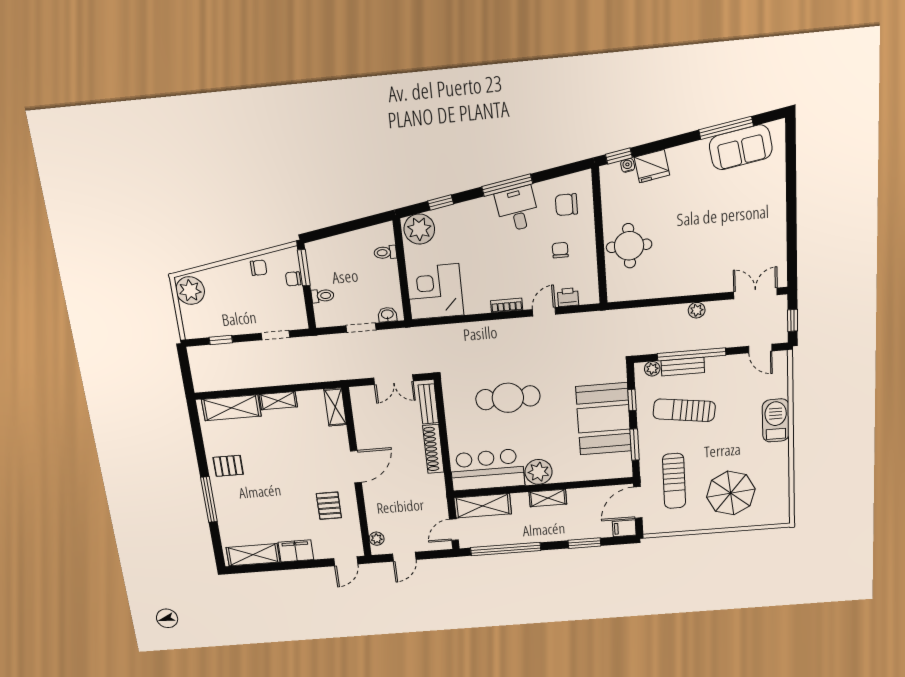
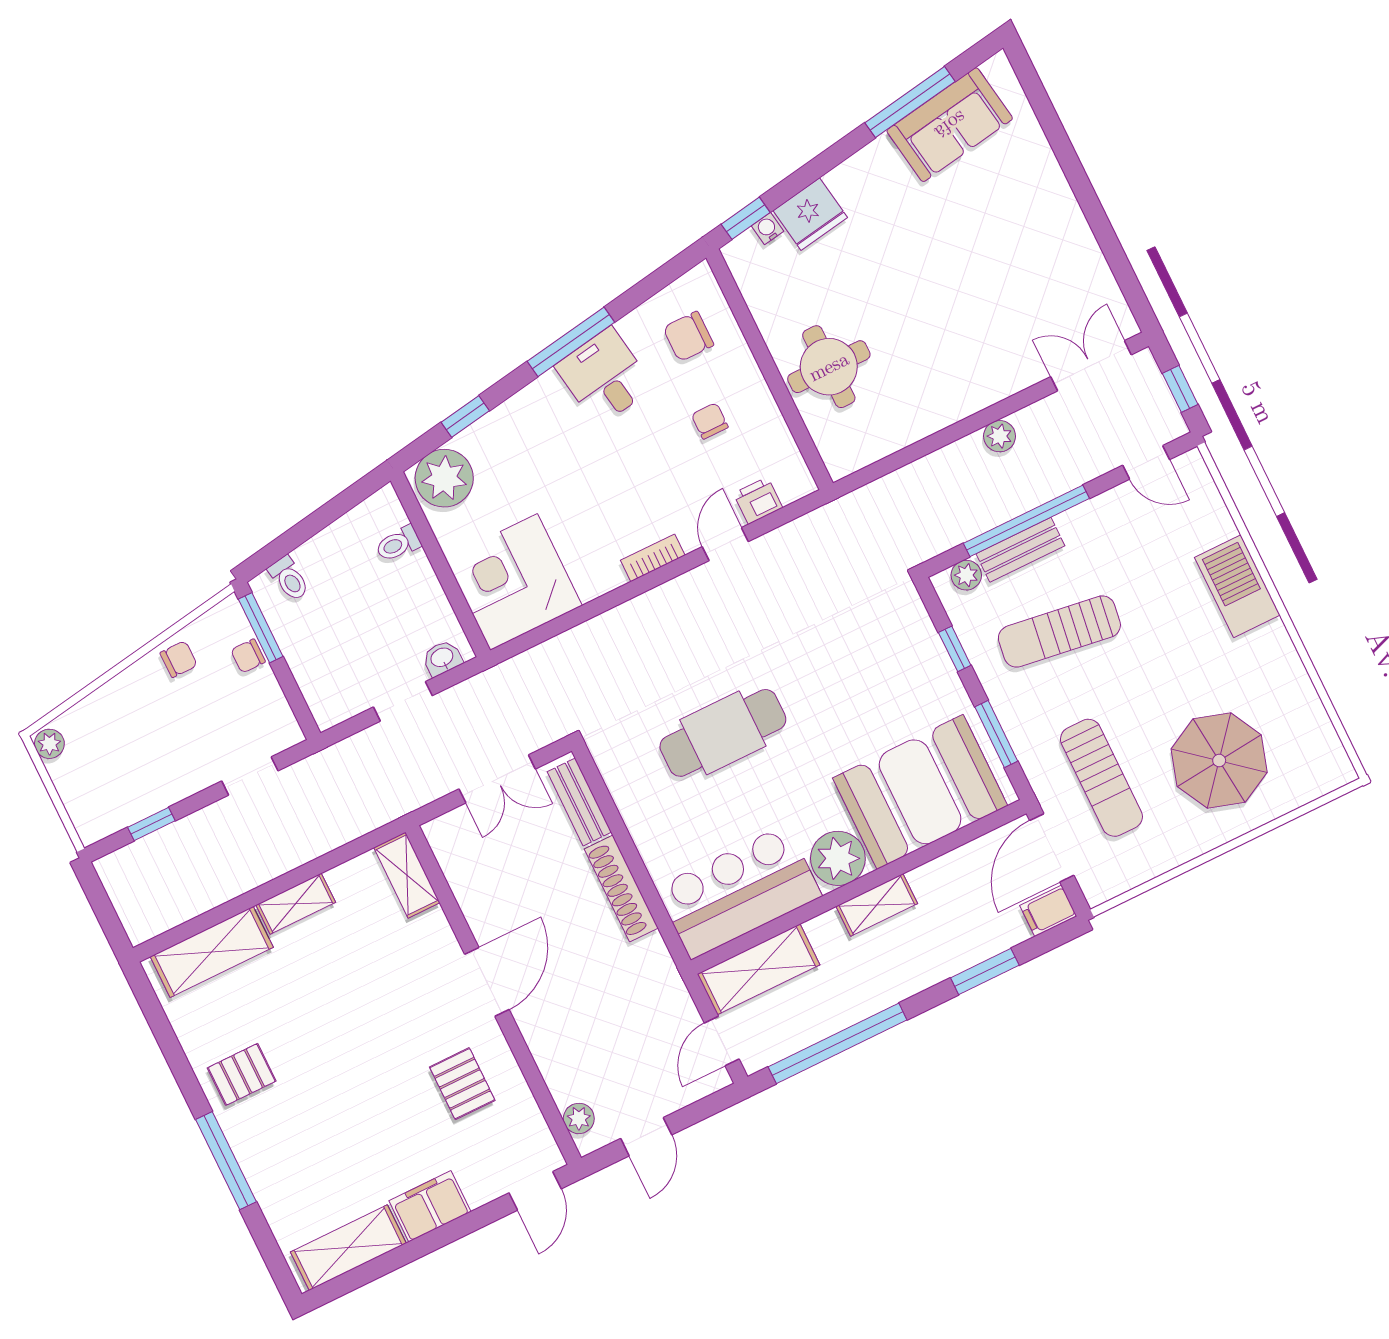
plant: (190, 291) -> (49, 744), width x0.53, depth x0.53
toilet: (323, 296) -> (289, 579), moved, turned 81
booth: (604, 419) -> (920, 792), moved, turned 90

